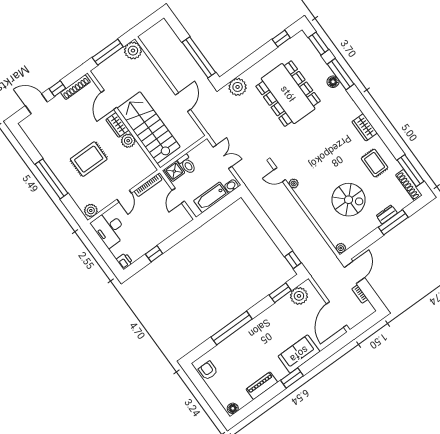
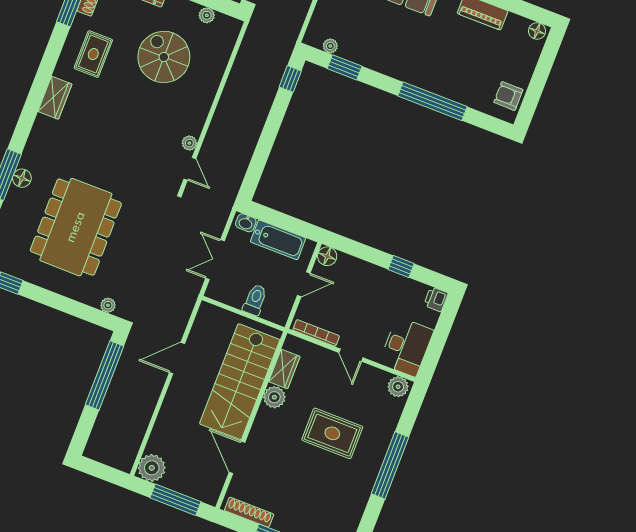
plant: (238, 87) -> (108, 305), width x0.53, depth x0.53
door: (109, 100) -> (237, 457), swing flipped
wardrobe: (117, 125) -> (284, 369), moved
shower: (174, 171) -> (275, 311), removed
door: (124, 196) -> (351, 355), swing flipped
floor lamp: (185, 218) -> (327, 256), added
plant: (341, 248) -> (207, 15), moved
plant: (299, 296) -> (330, 46), width x0.53, depth x0.53
armchair: (208, 370) -> (508, 96), turned 90

